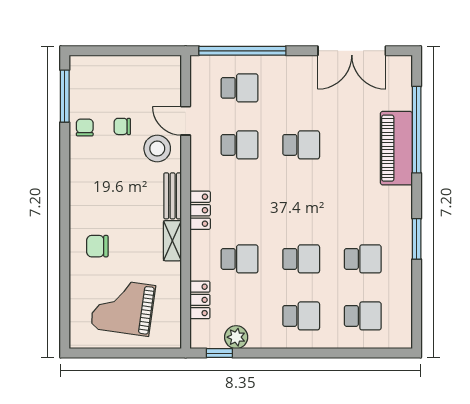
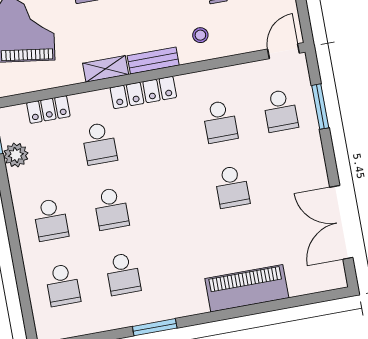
window: (242, 51) -> (320, 107), width x0.47
door: (186, 121) -> (284, 51), moved
window: (417, 130) -> (270, 306), removed
stool: (157, 149) -> (200, 35), width x0.53, depth x0.53
locker: (200, 210) -> (143, 93), width x1.53

